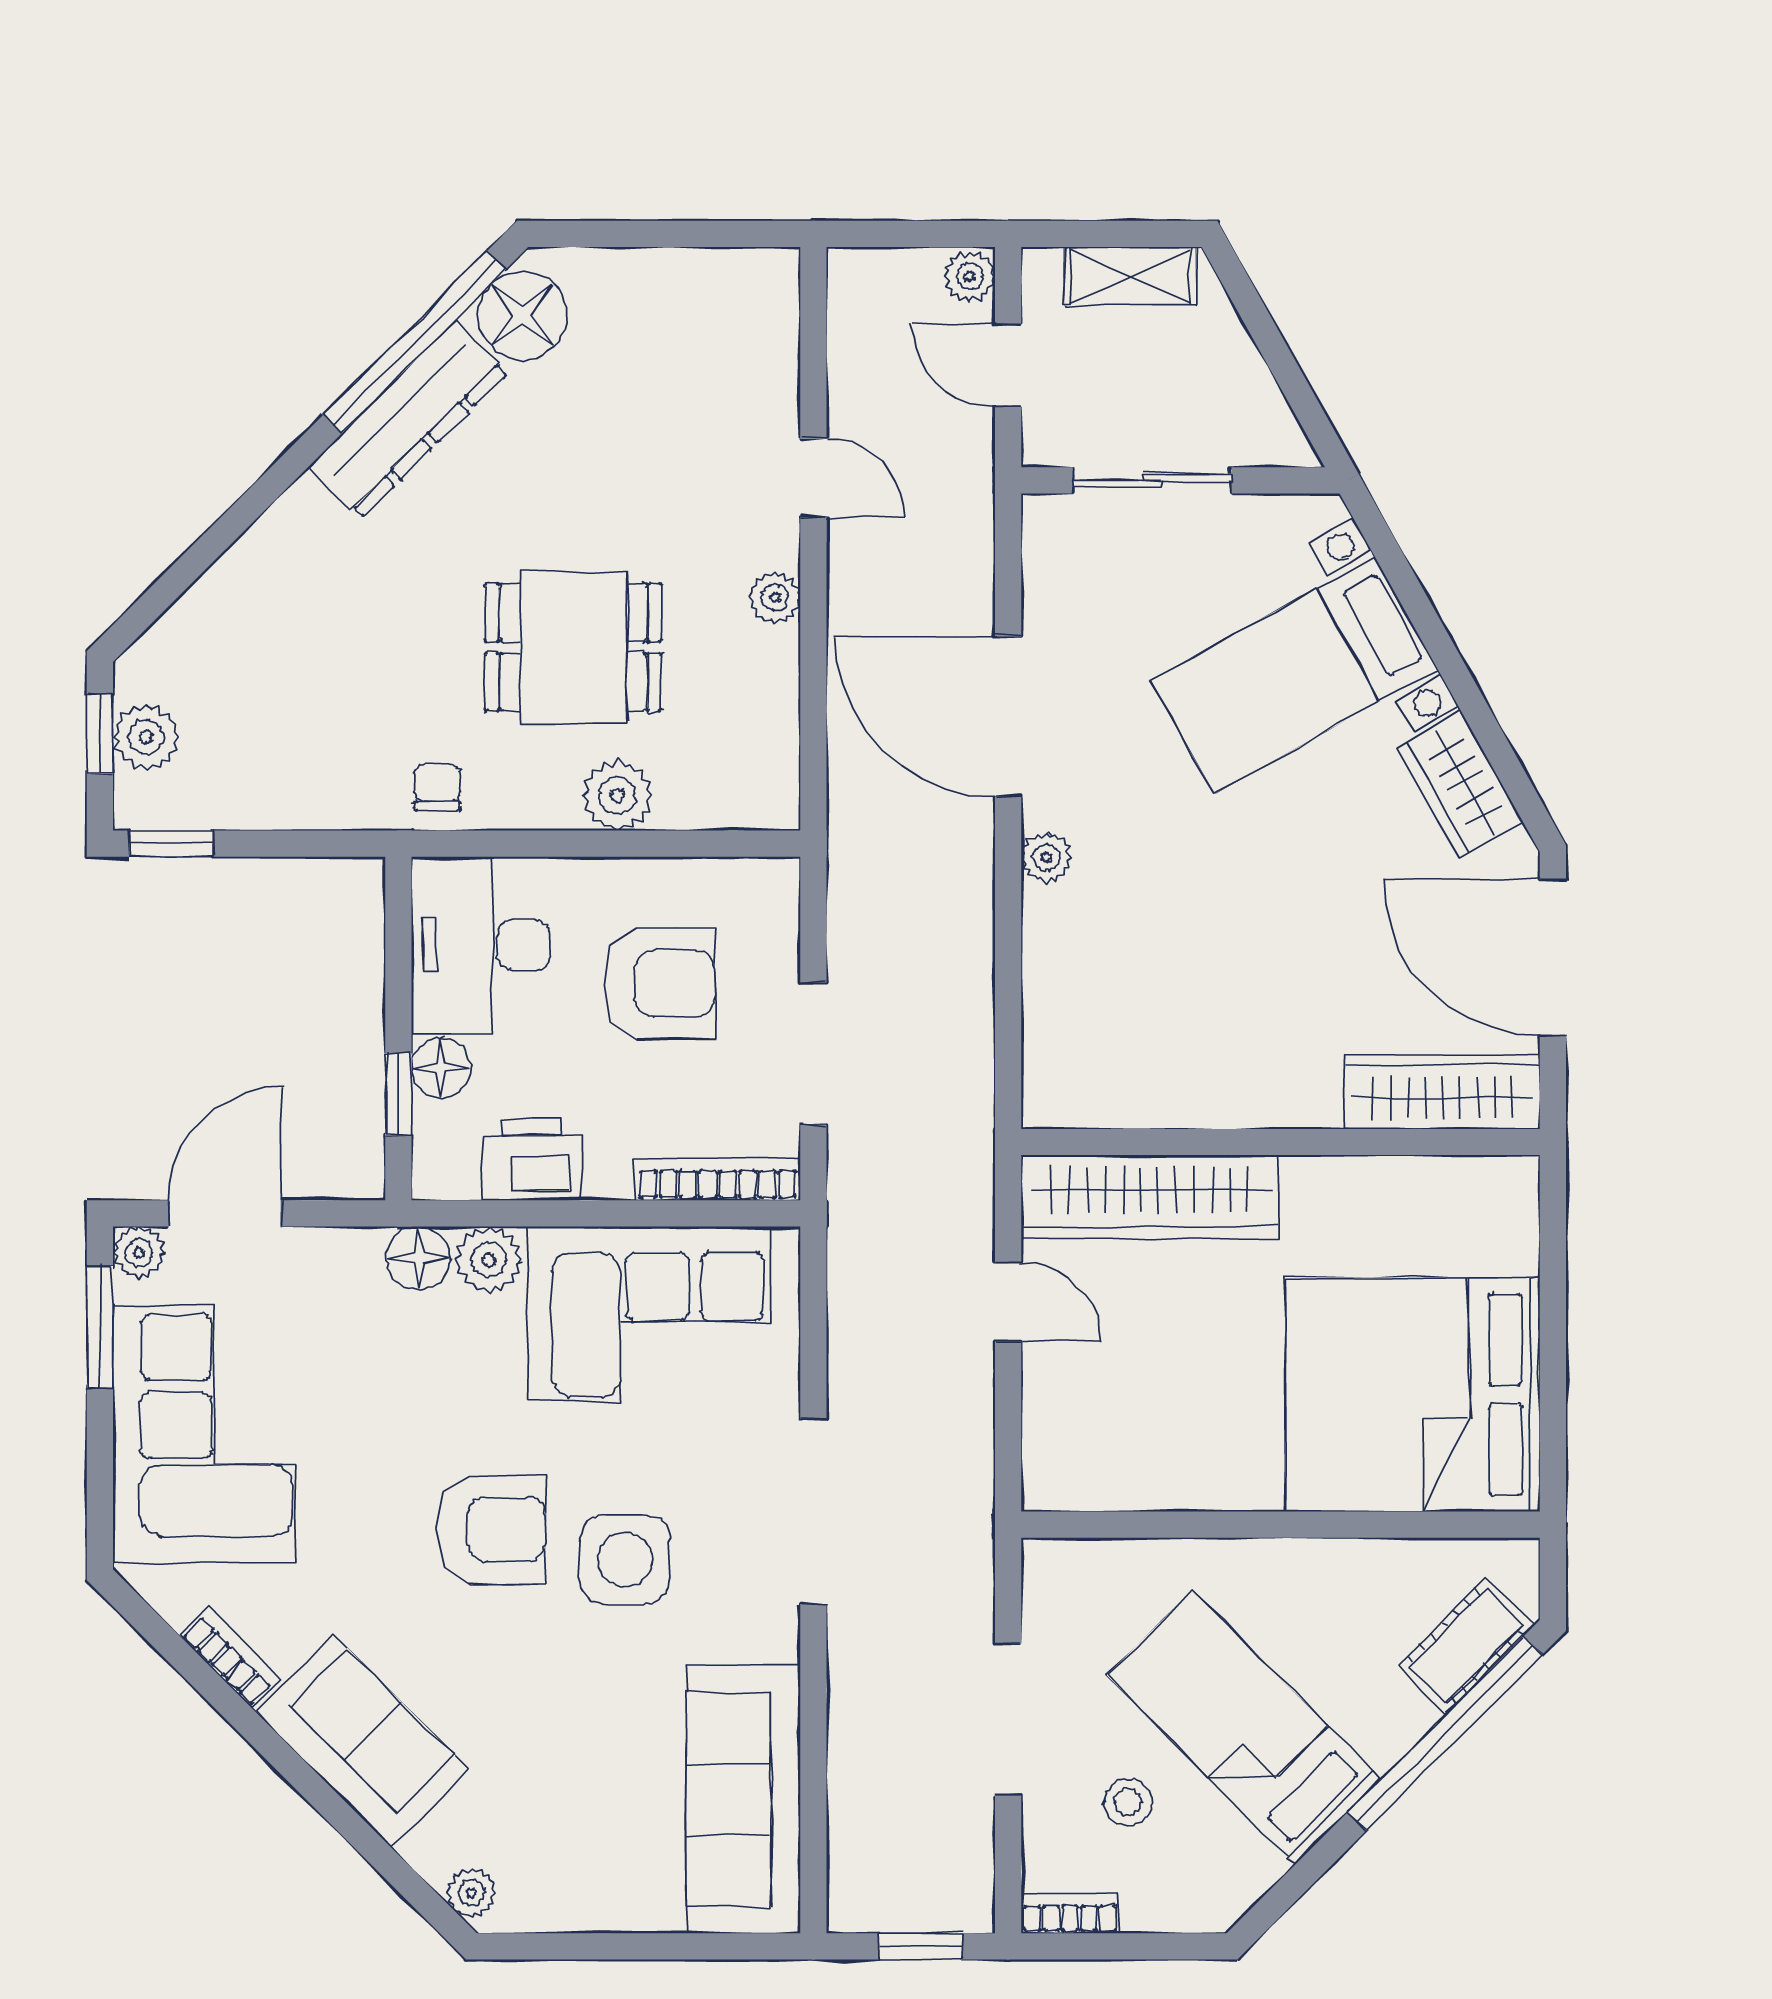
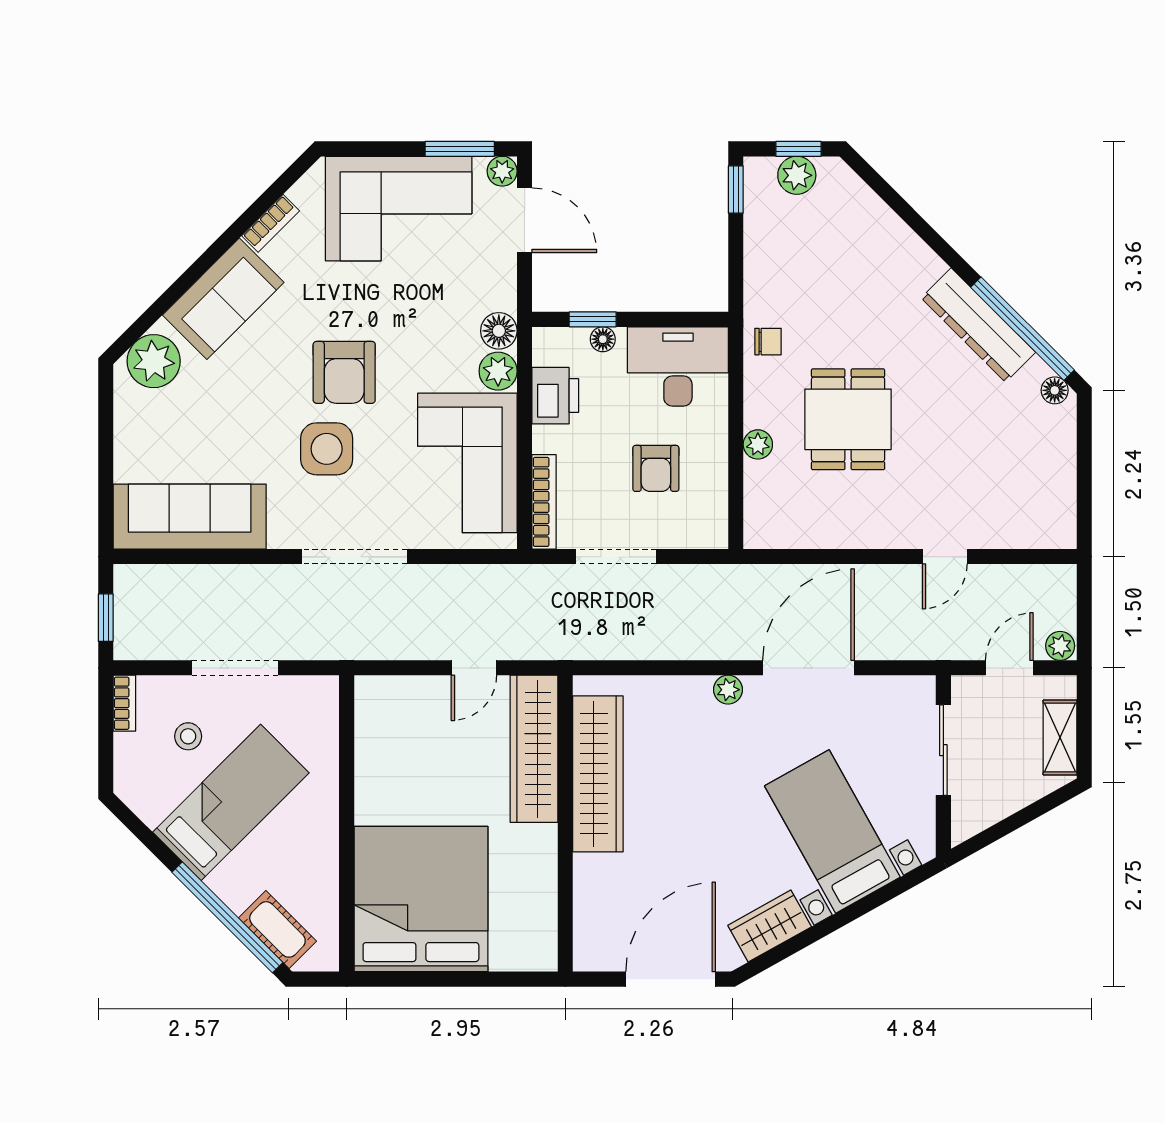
floor lamp: (523, 315) -> (1055, 390), width x0.53, depth x0.53
plant: (775, 597) -> (877, 535), removed
plant: (617, 795) -> (758, 444), width x0.73, depth x0.73
armchair: (659, 984) -> (656, 468), width x0.72, depth x0.72
floor lamp: (441, 1068) -> (603, 339), width x0.73, depth x0.73
wardrobe: (1443, 1091) -> (598, 774), moved, width x1.40, depth x1.17
plant: (471, 1893) -> (154, 361), width x1.88, depth x1.88

